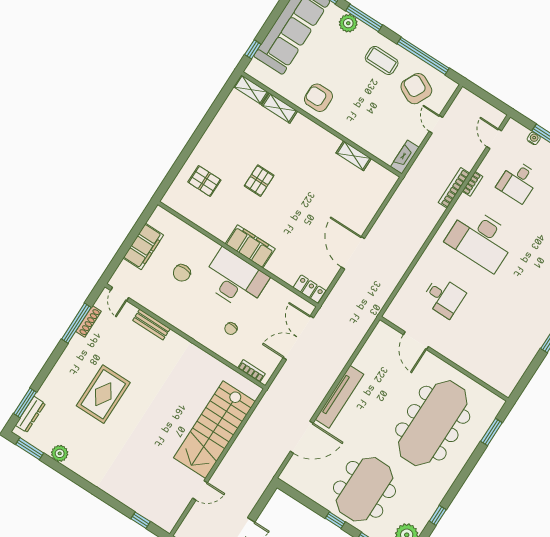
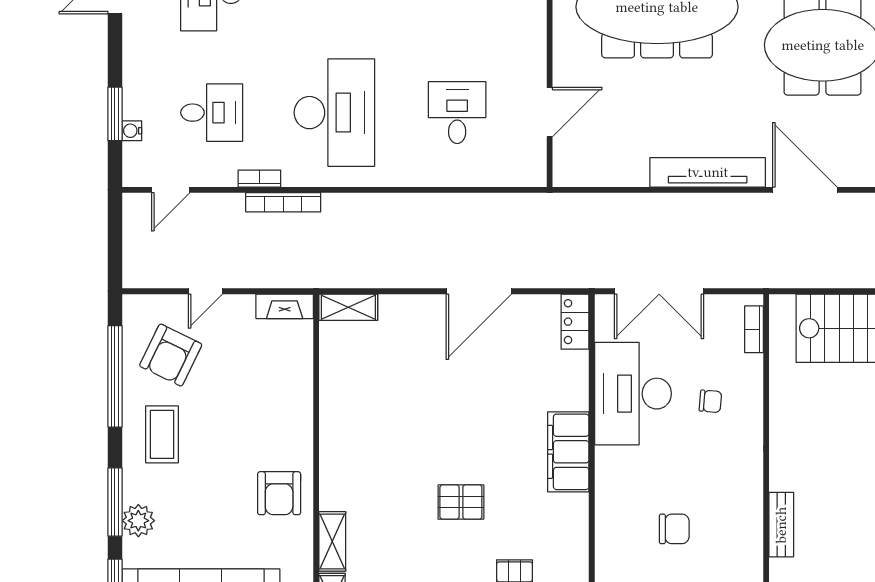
shelving: (354, 156) -> (348, 307), moved, turned 90
desk: (235, 280) -> (633, 394), moved

